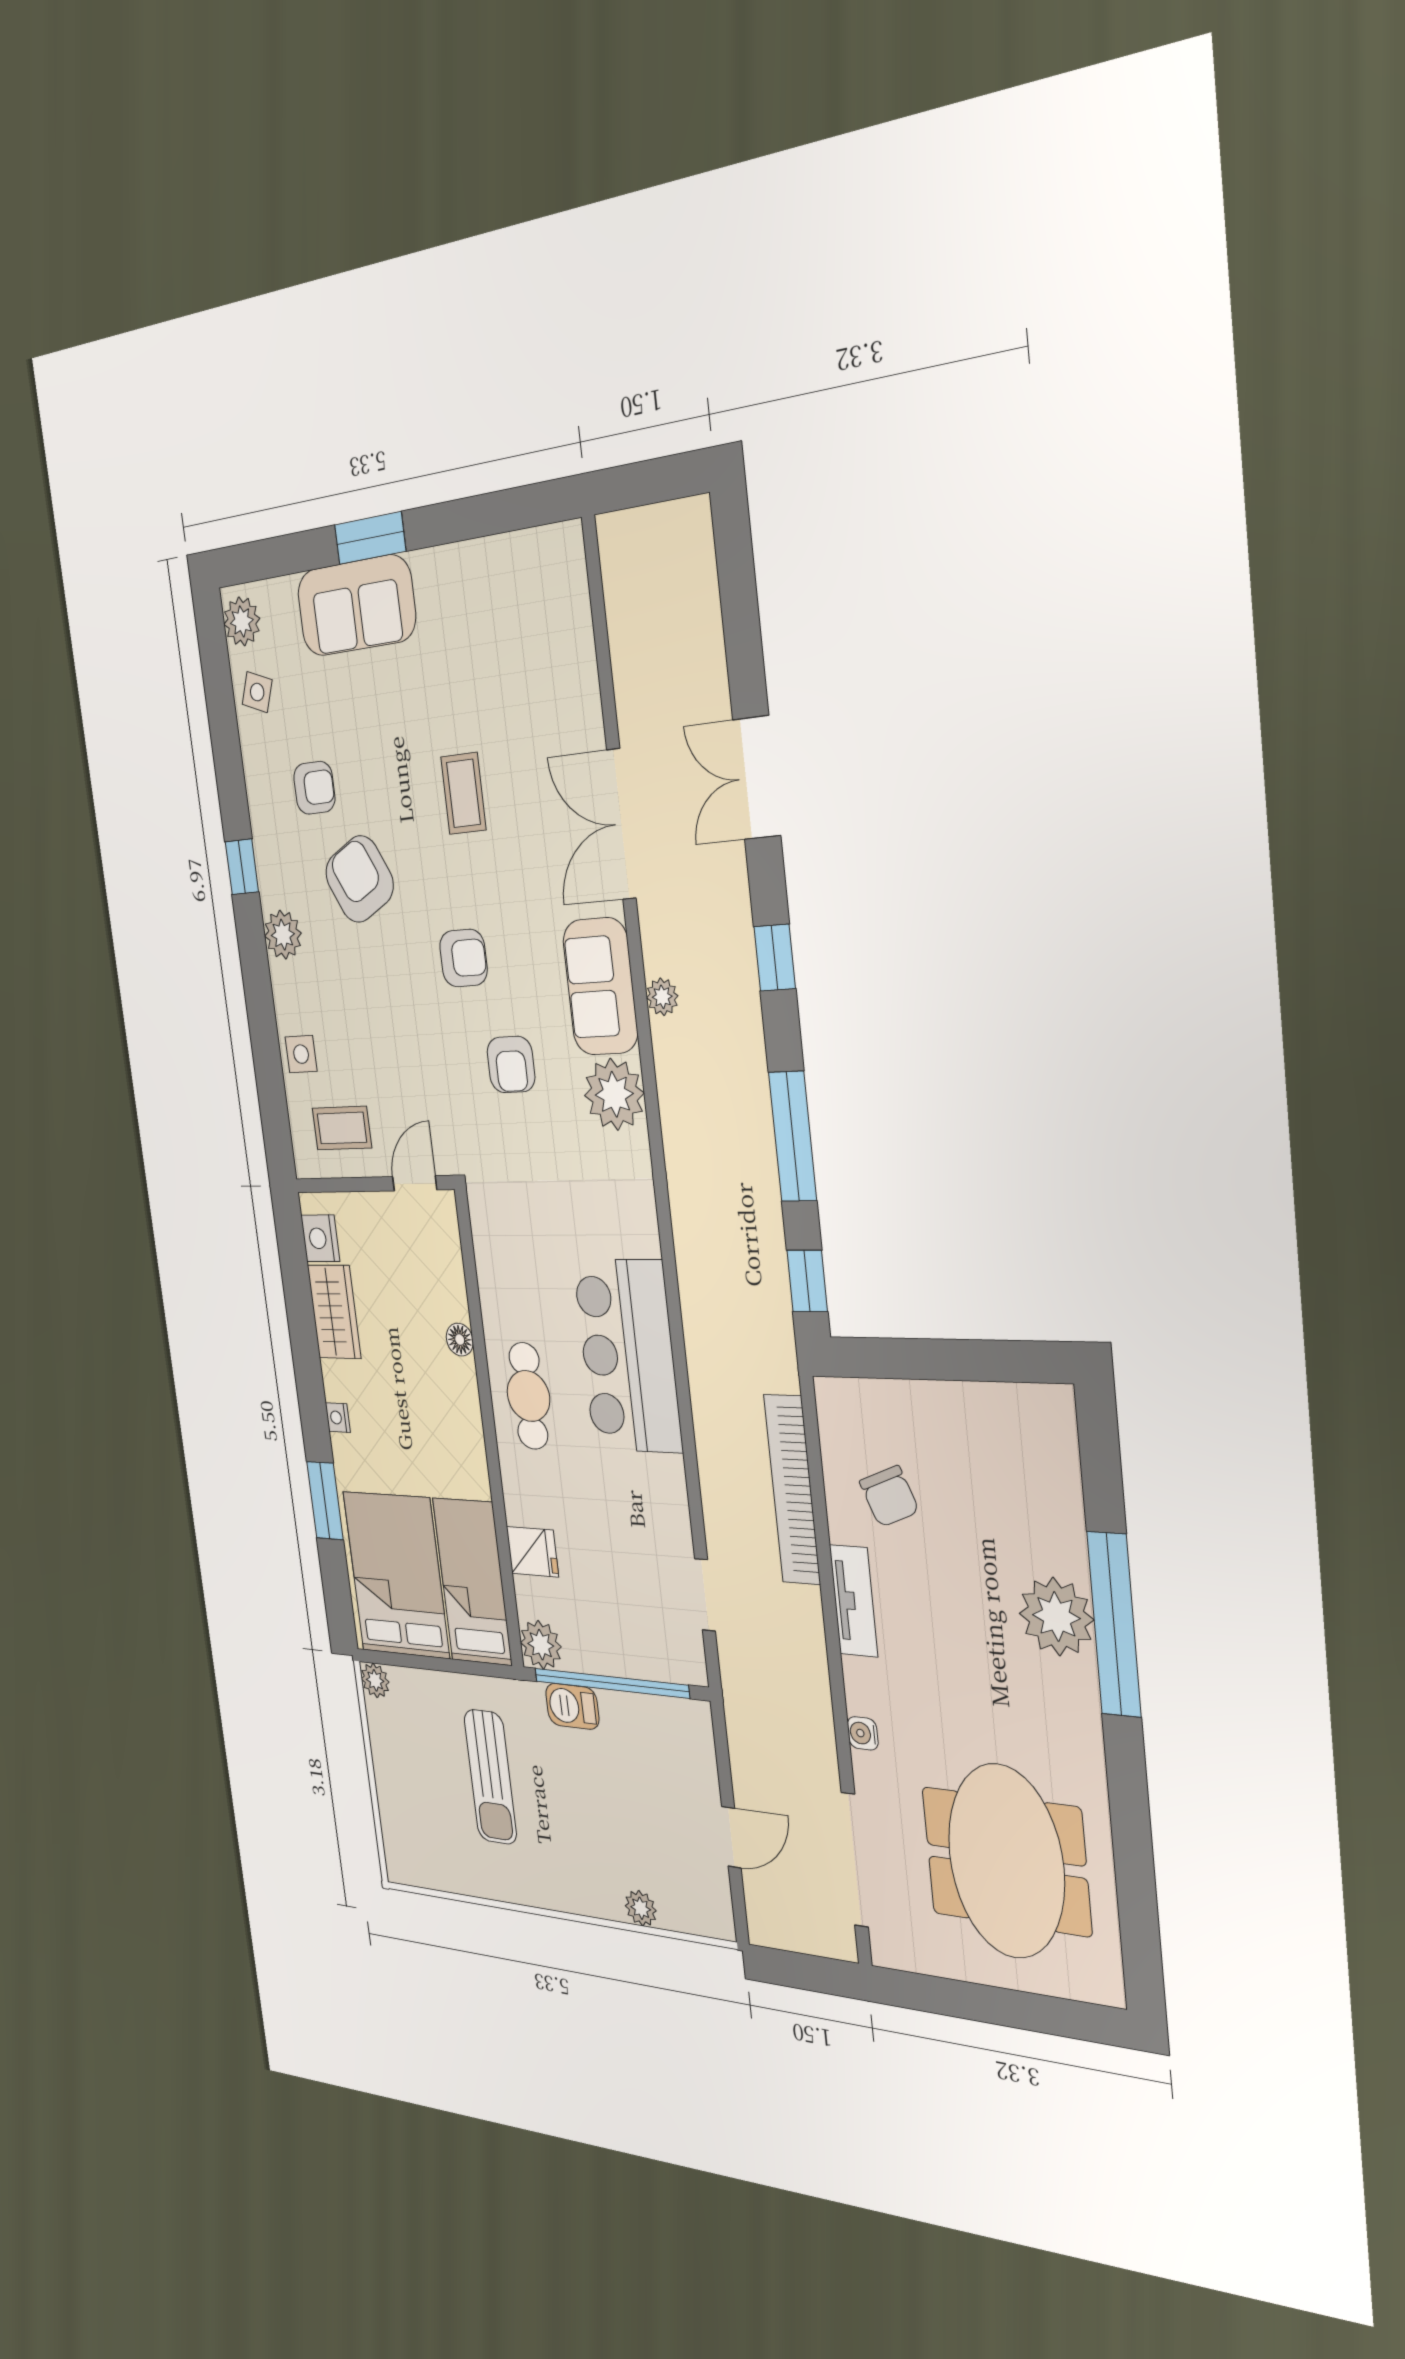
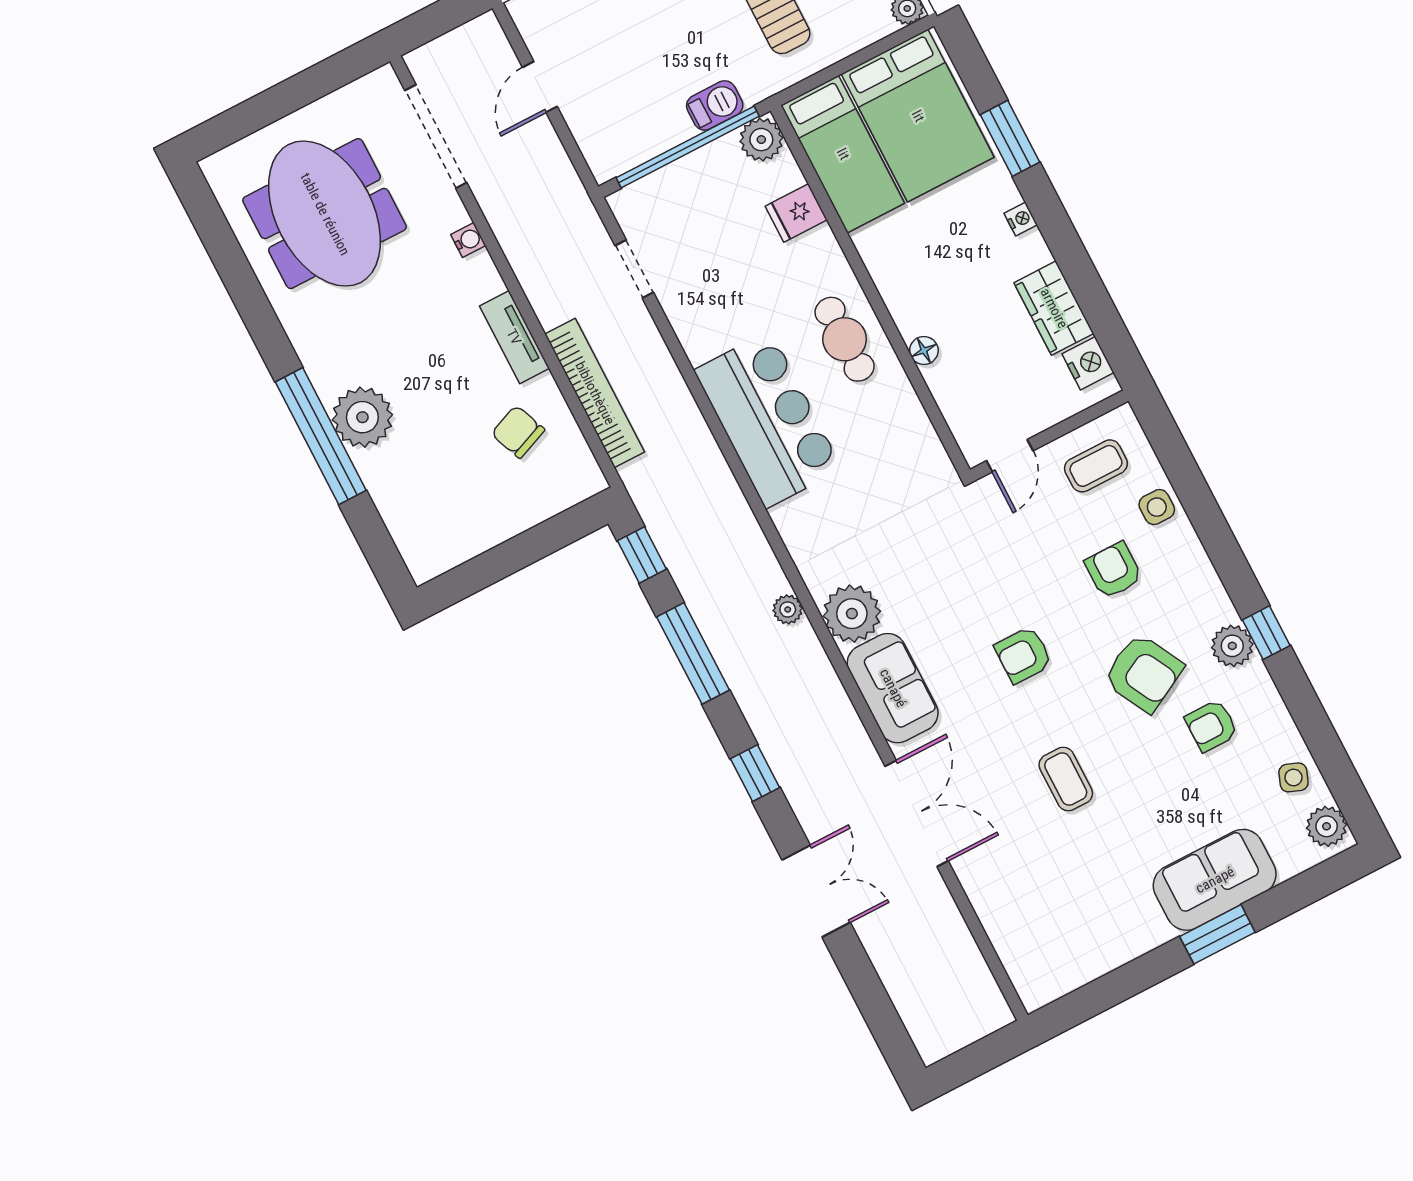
plant: (283, 935) -> (1232, 646), moved
plant: (662, 997) -> (788, 609), moved
armchair: (511, 1065) -> (1113, 570), moved

